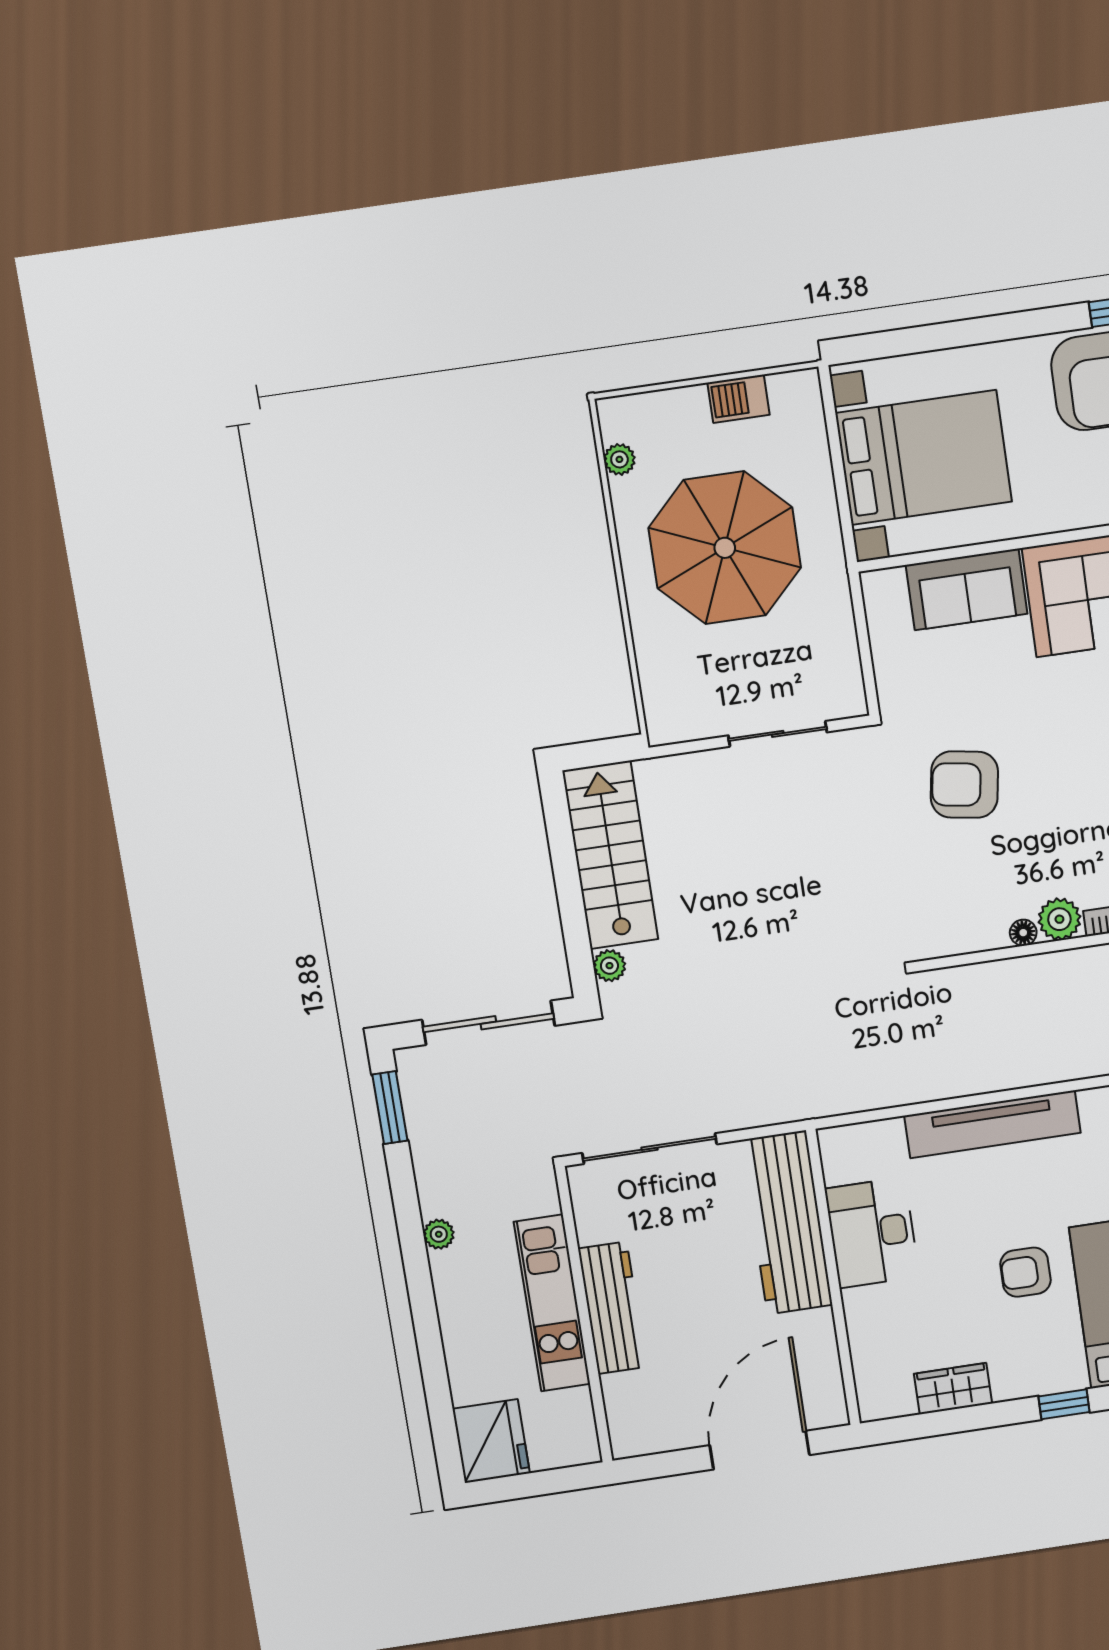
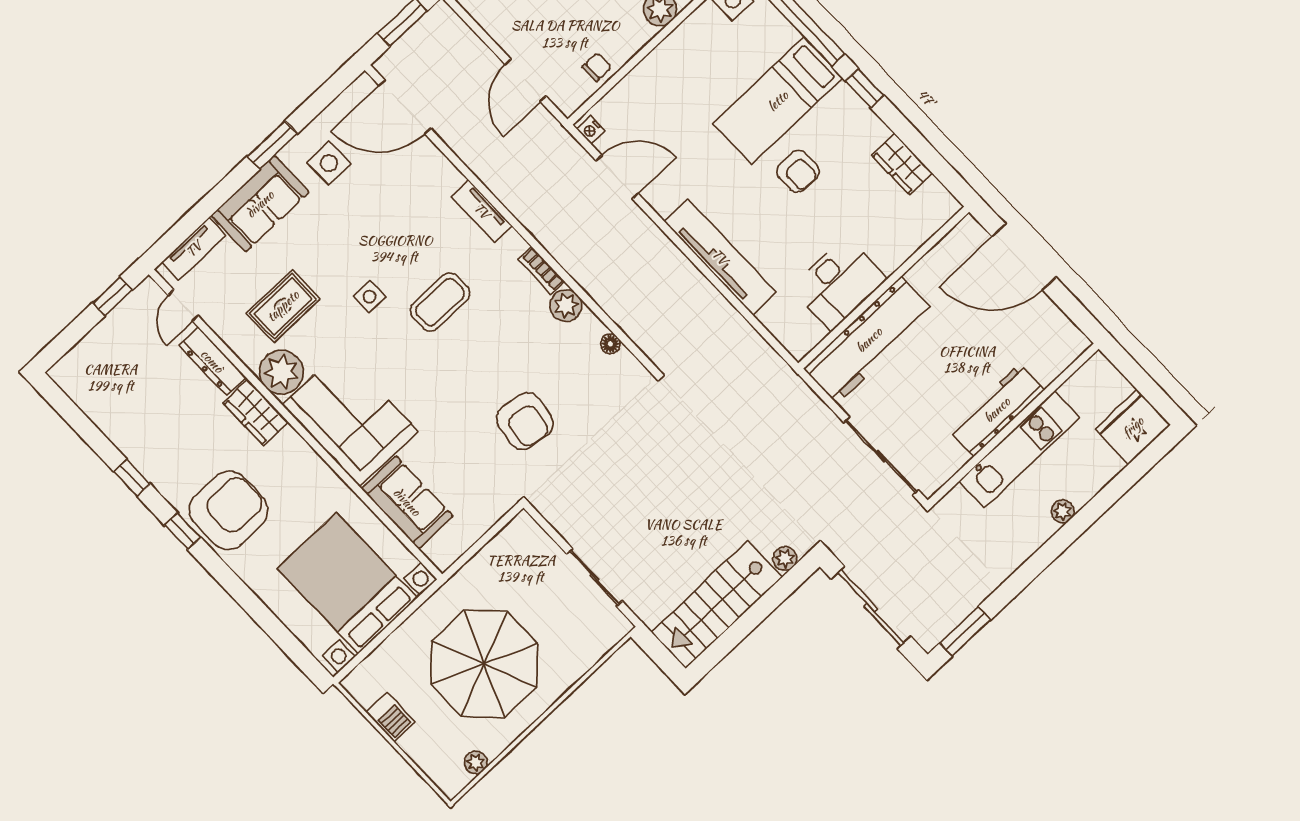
sliding door: (778, 734) -> (594, 578), moved
floor lamp: (1023, 933) -> (610, 344), moved
plant: (439, 1234) -> (1063, 511), moved

